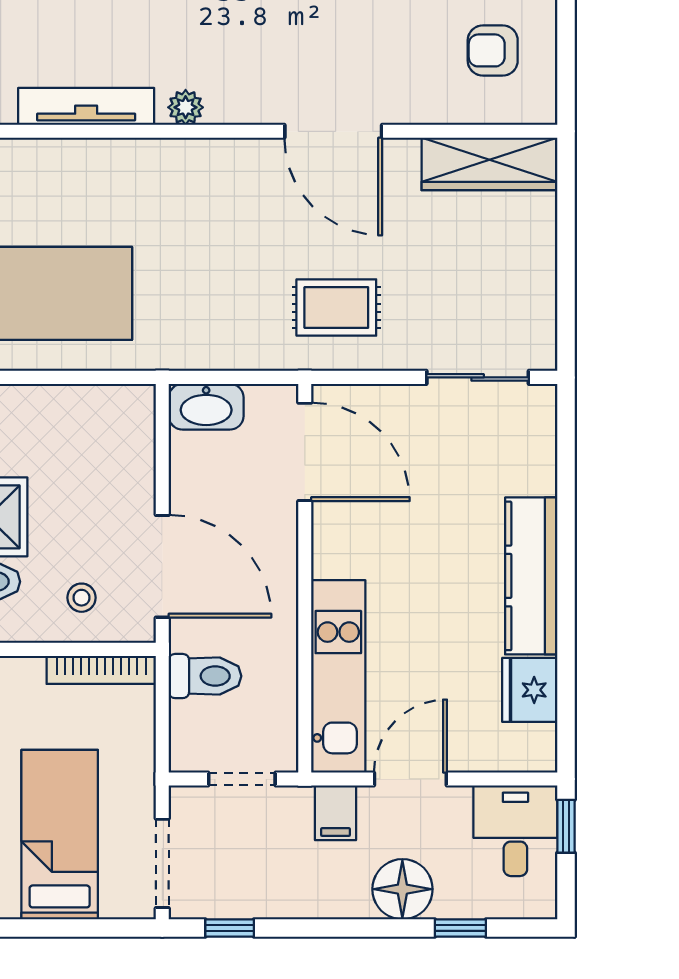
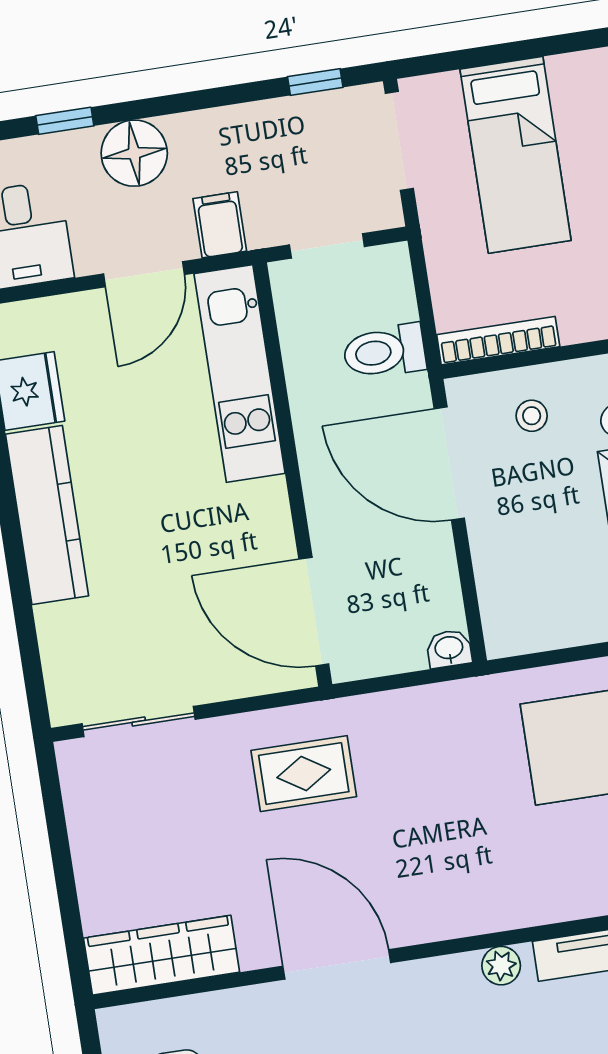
washbasin: (206, 407) -> (449, 649), width x0.52, depth x0.69

